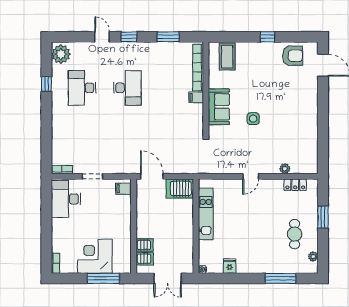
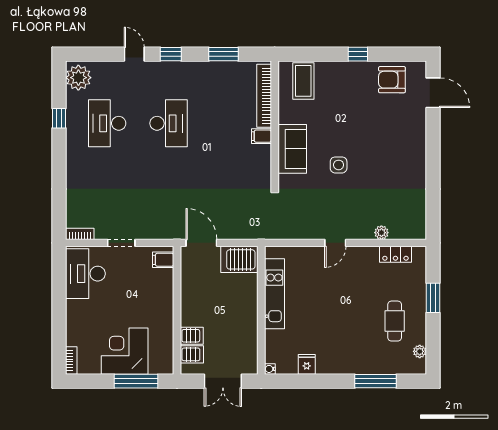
armchair: (293, 56) -> (392, 80), turned 180

